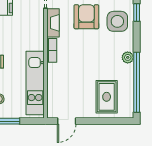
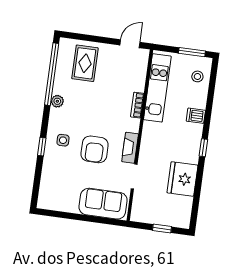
side table: (117, 21) -> (63, 140), width x0.54, depth x0.54
bookcase: (52, 50) -> (137, 105), moved

